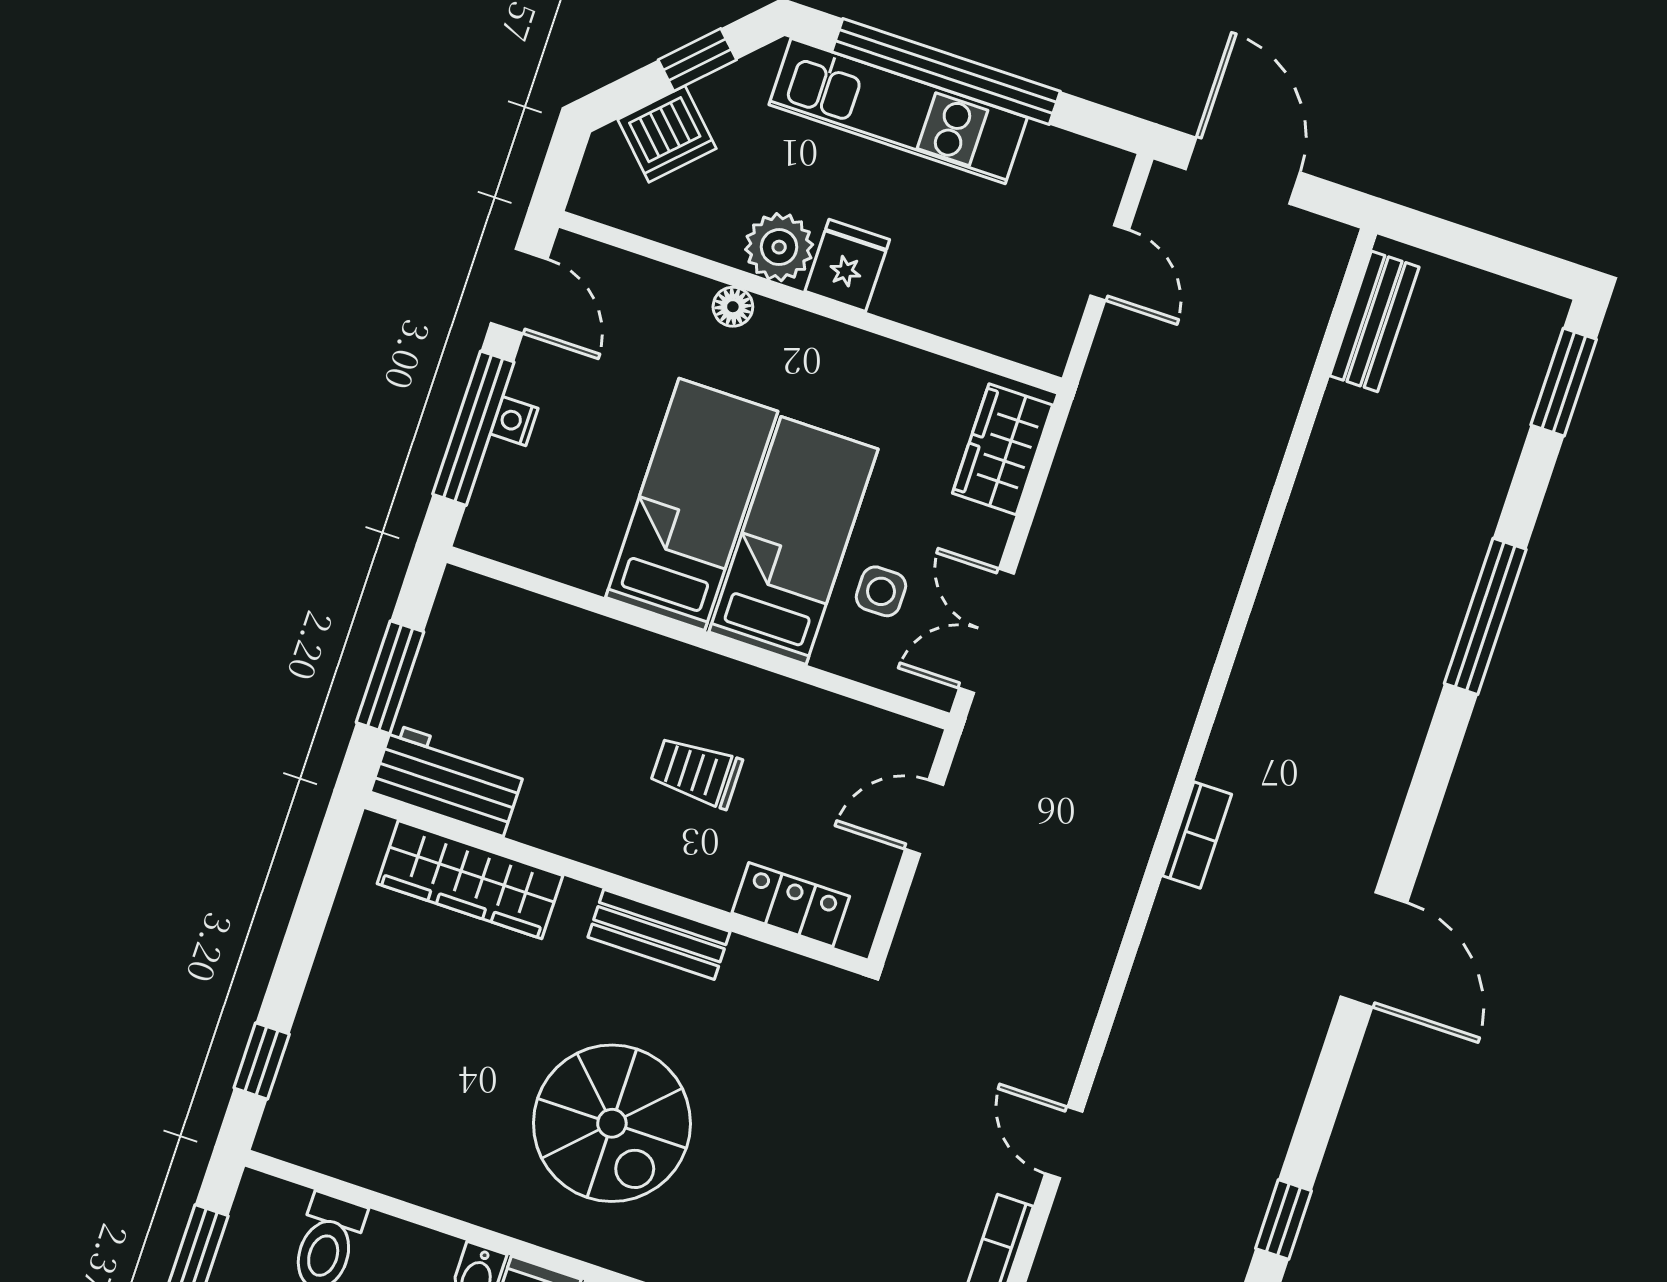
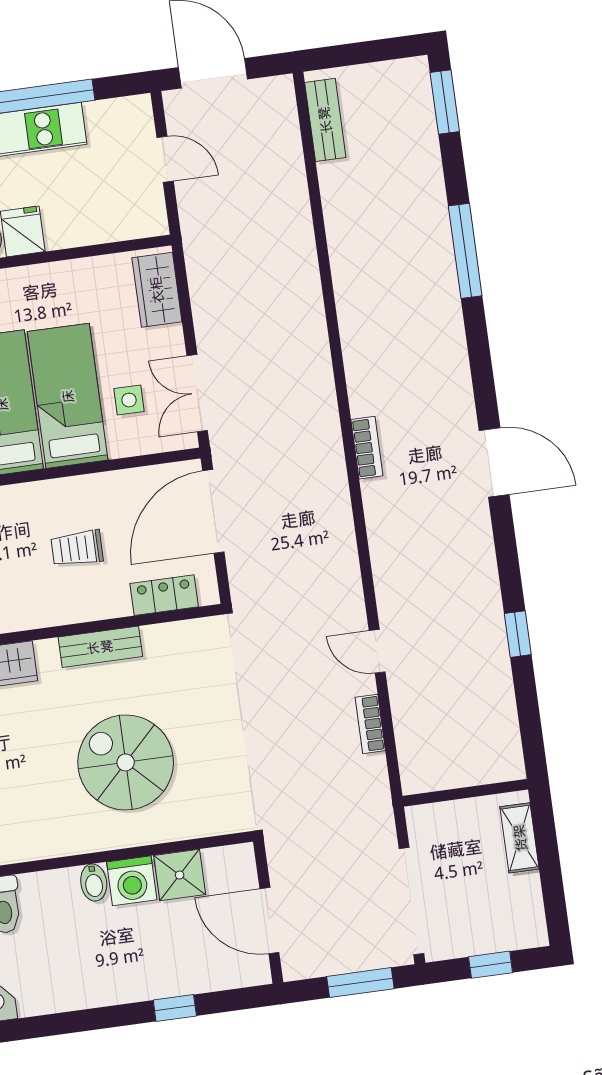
door: (924, 817) -> (213, 511), width x1.87
spiral stairs: (612, 1123) -> (126, 762), turned 180

